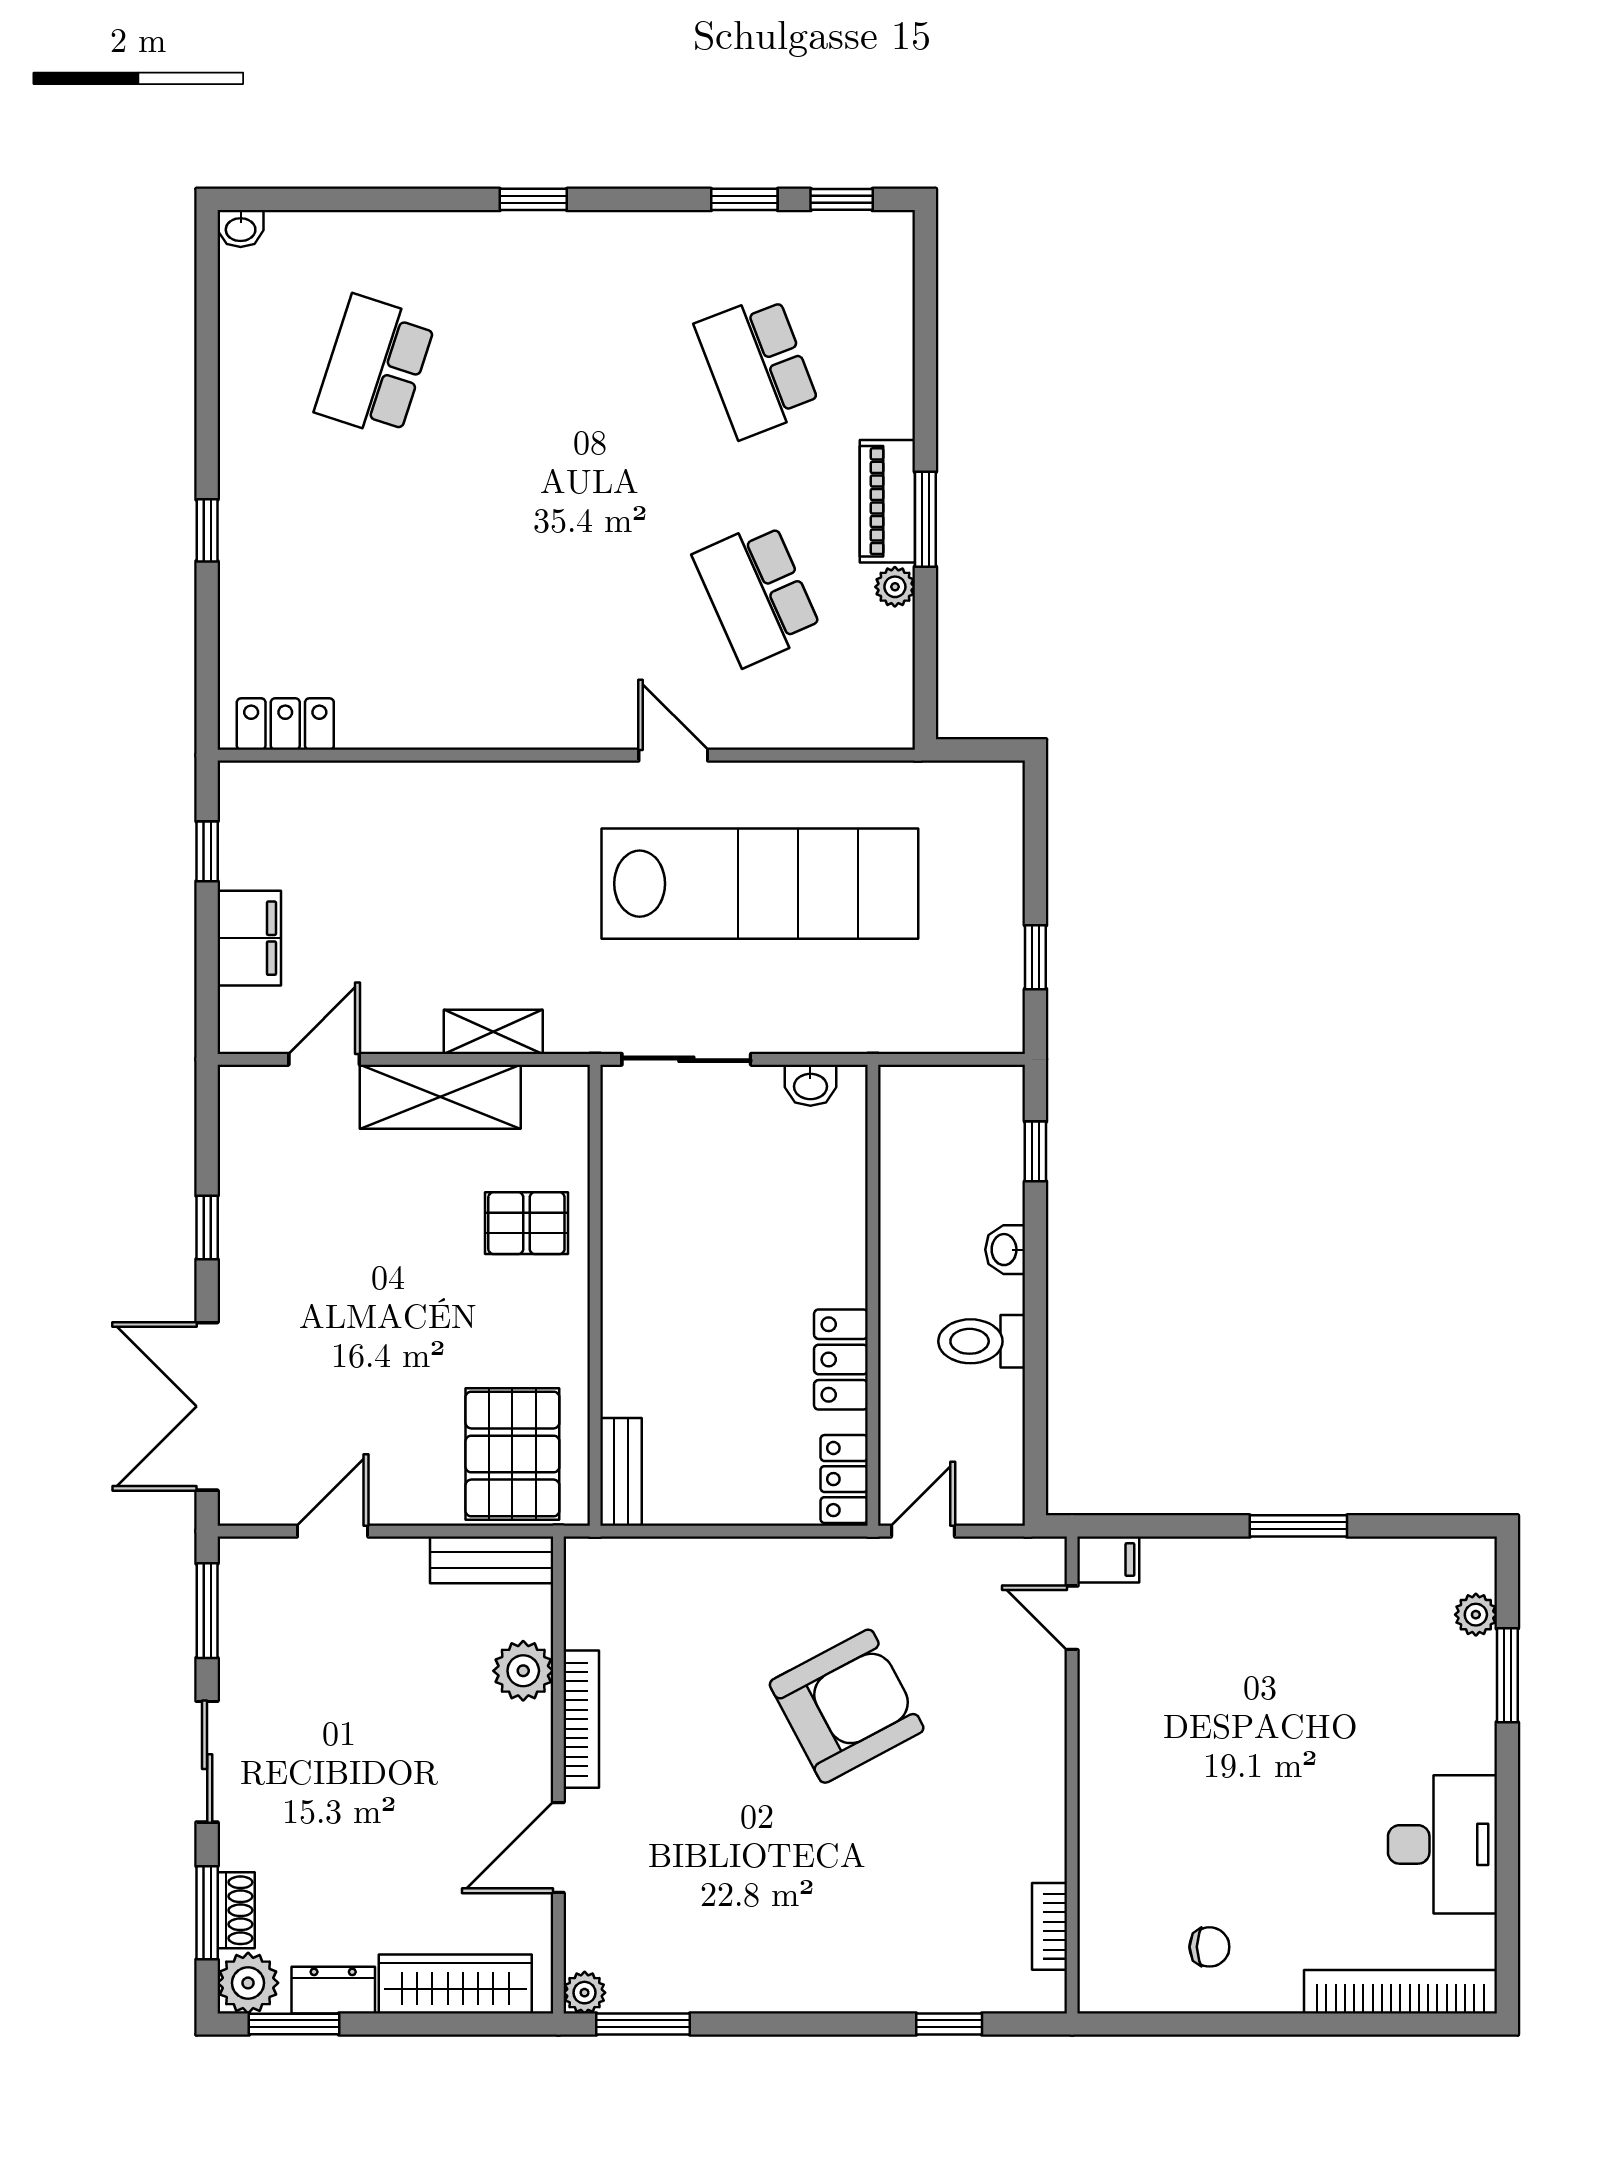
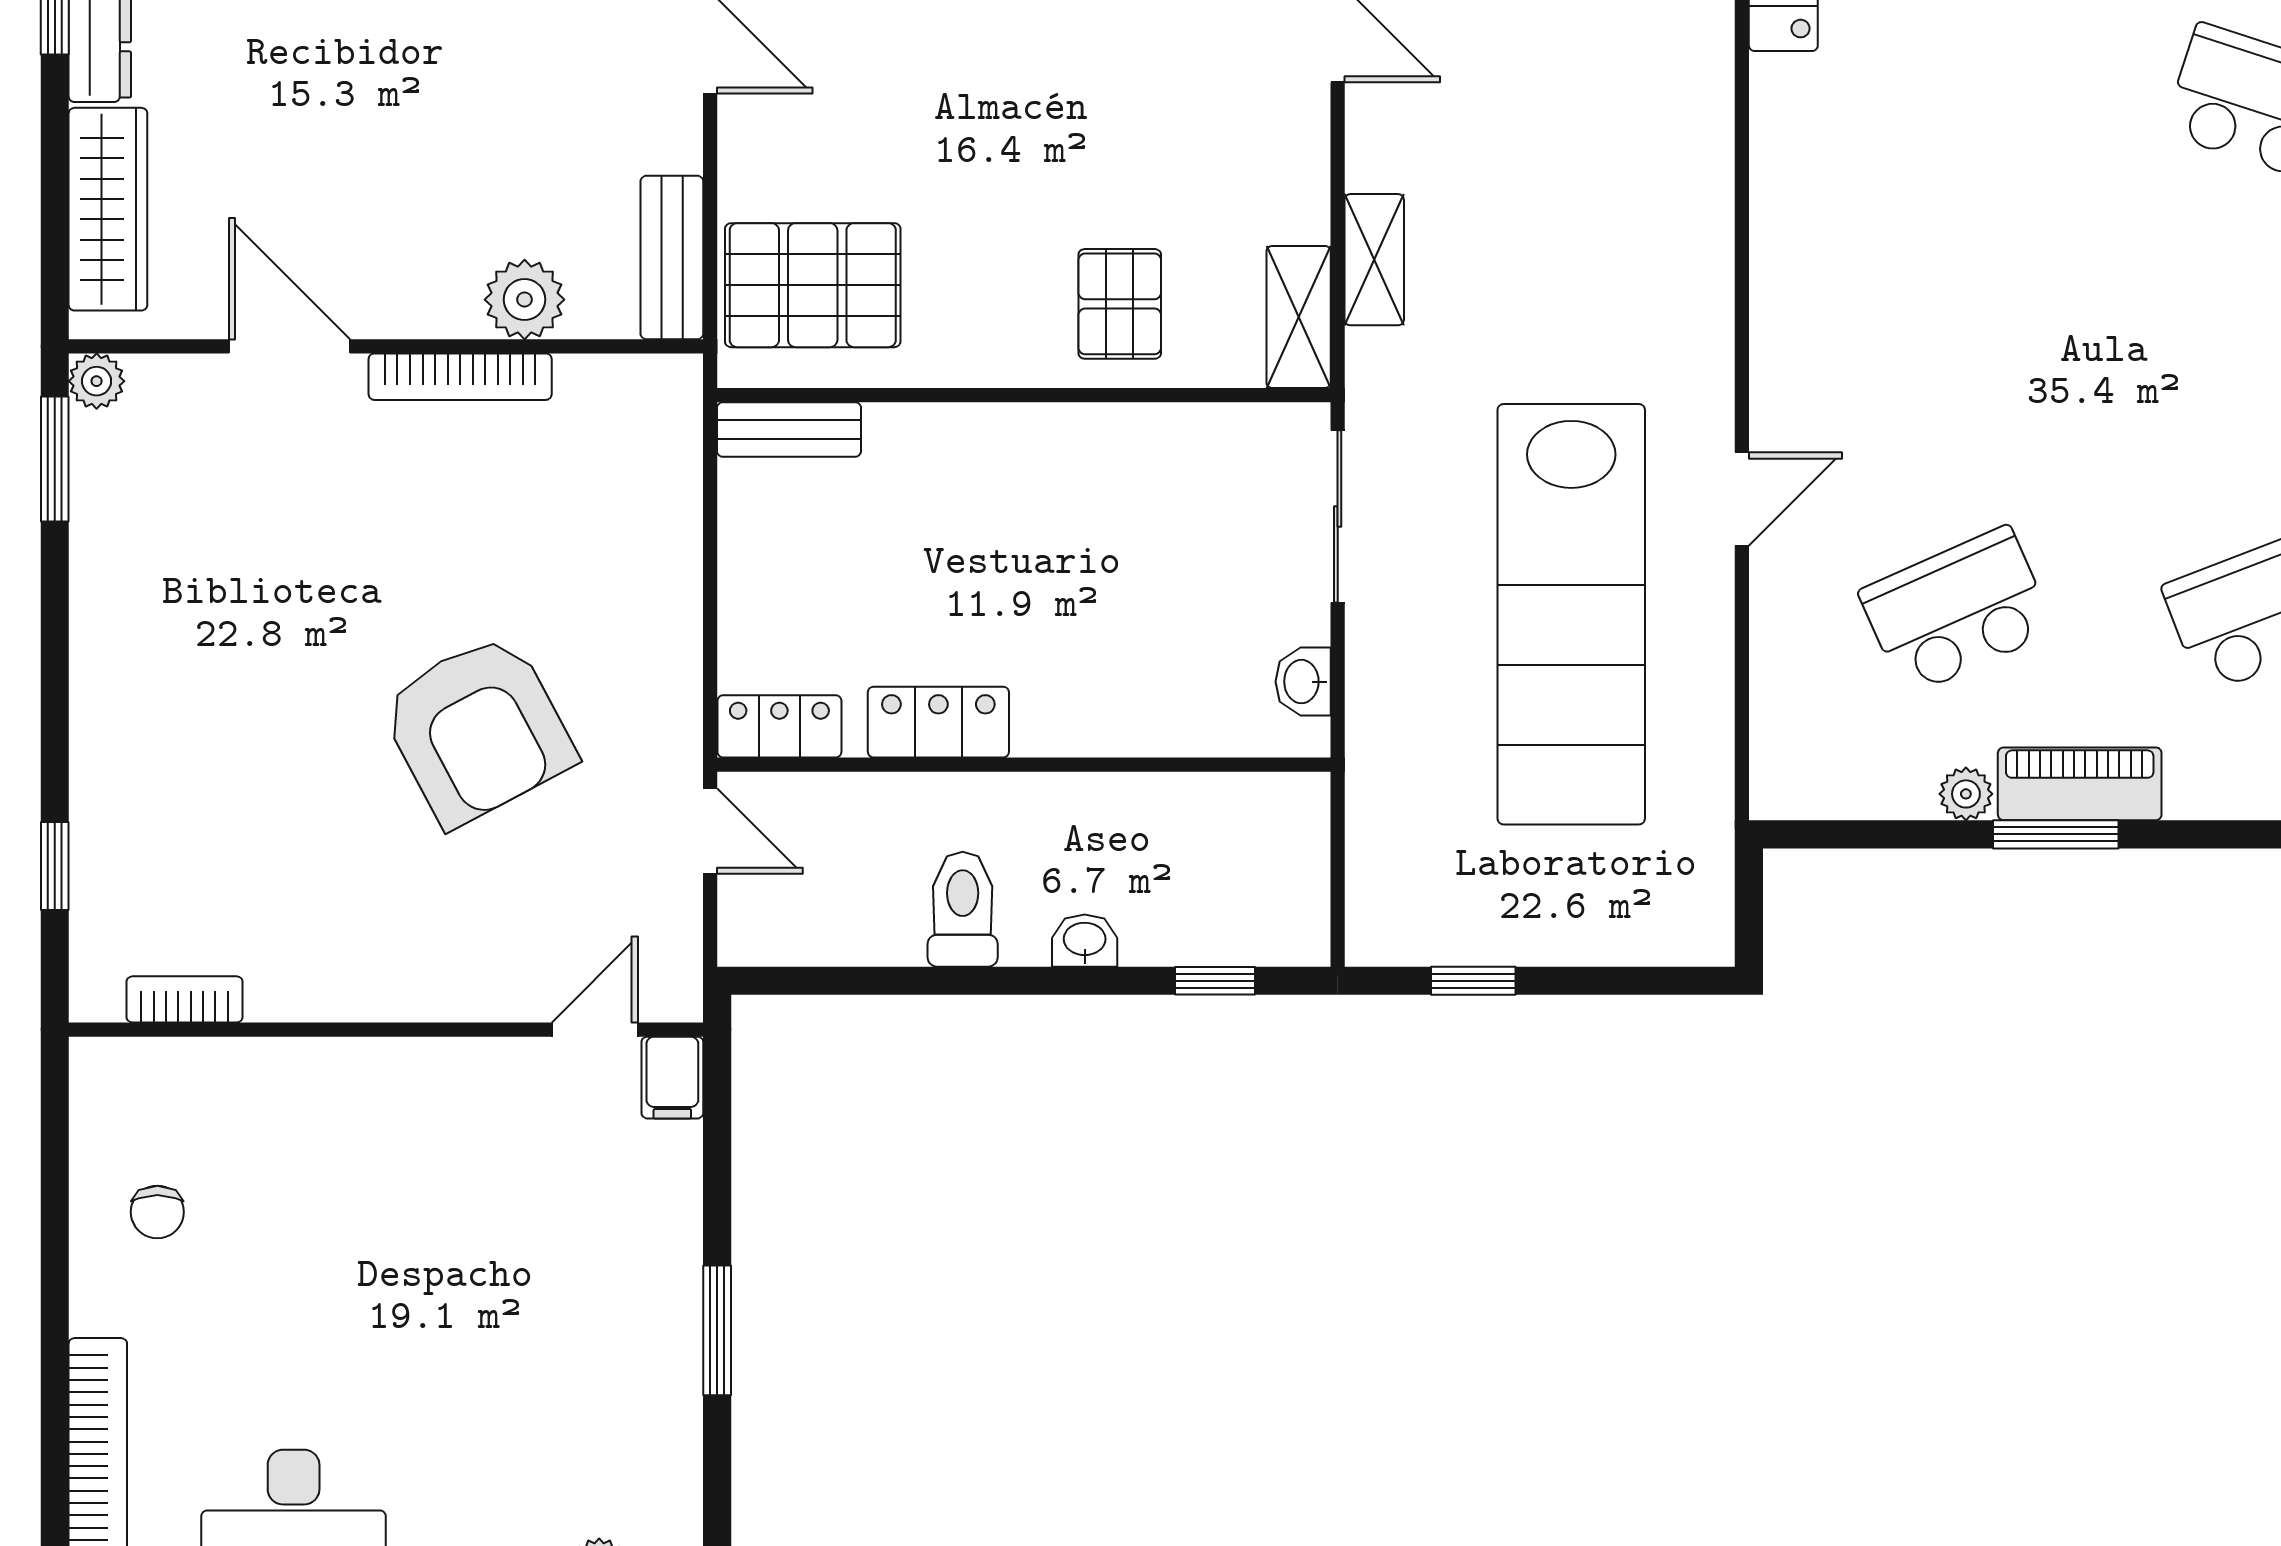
shelving: (440, 1097) -> (1299, 317), moved, width x0.67, depth x0.75

